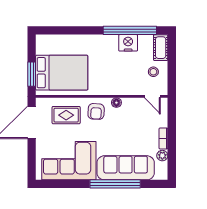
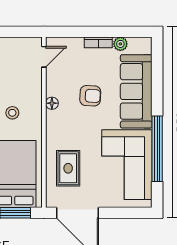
stool: (153, 72) -> (12, 113), moved
armchair: (96, 111) -> (90, 96), moved
window: (115, 184) -> (157, 149), moved

